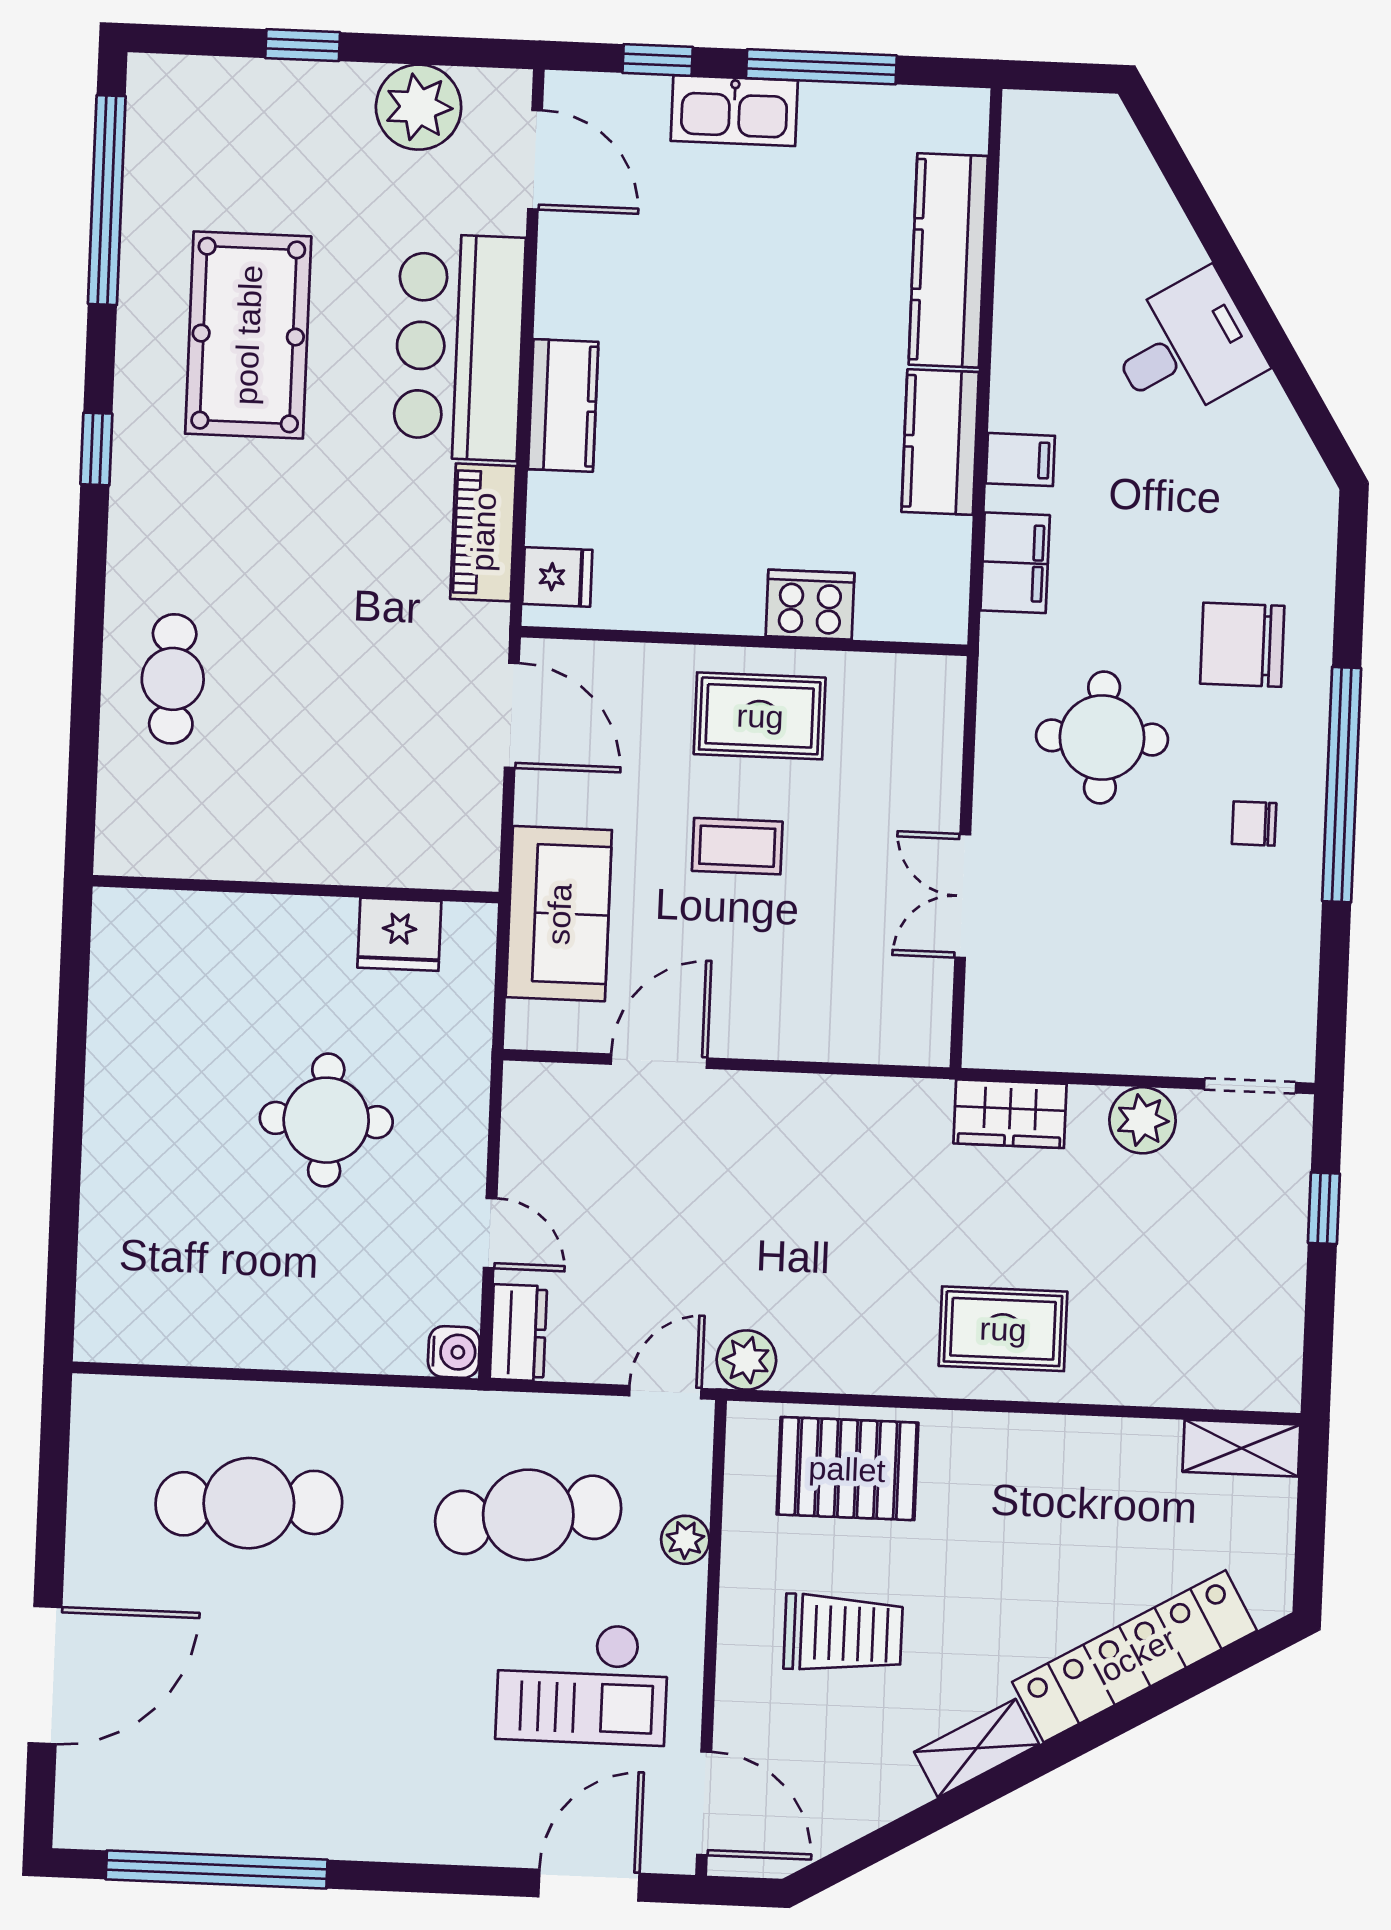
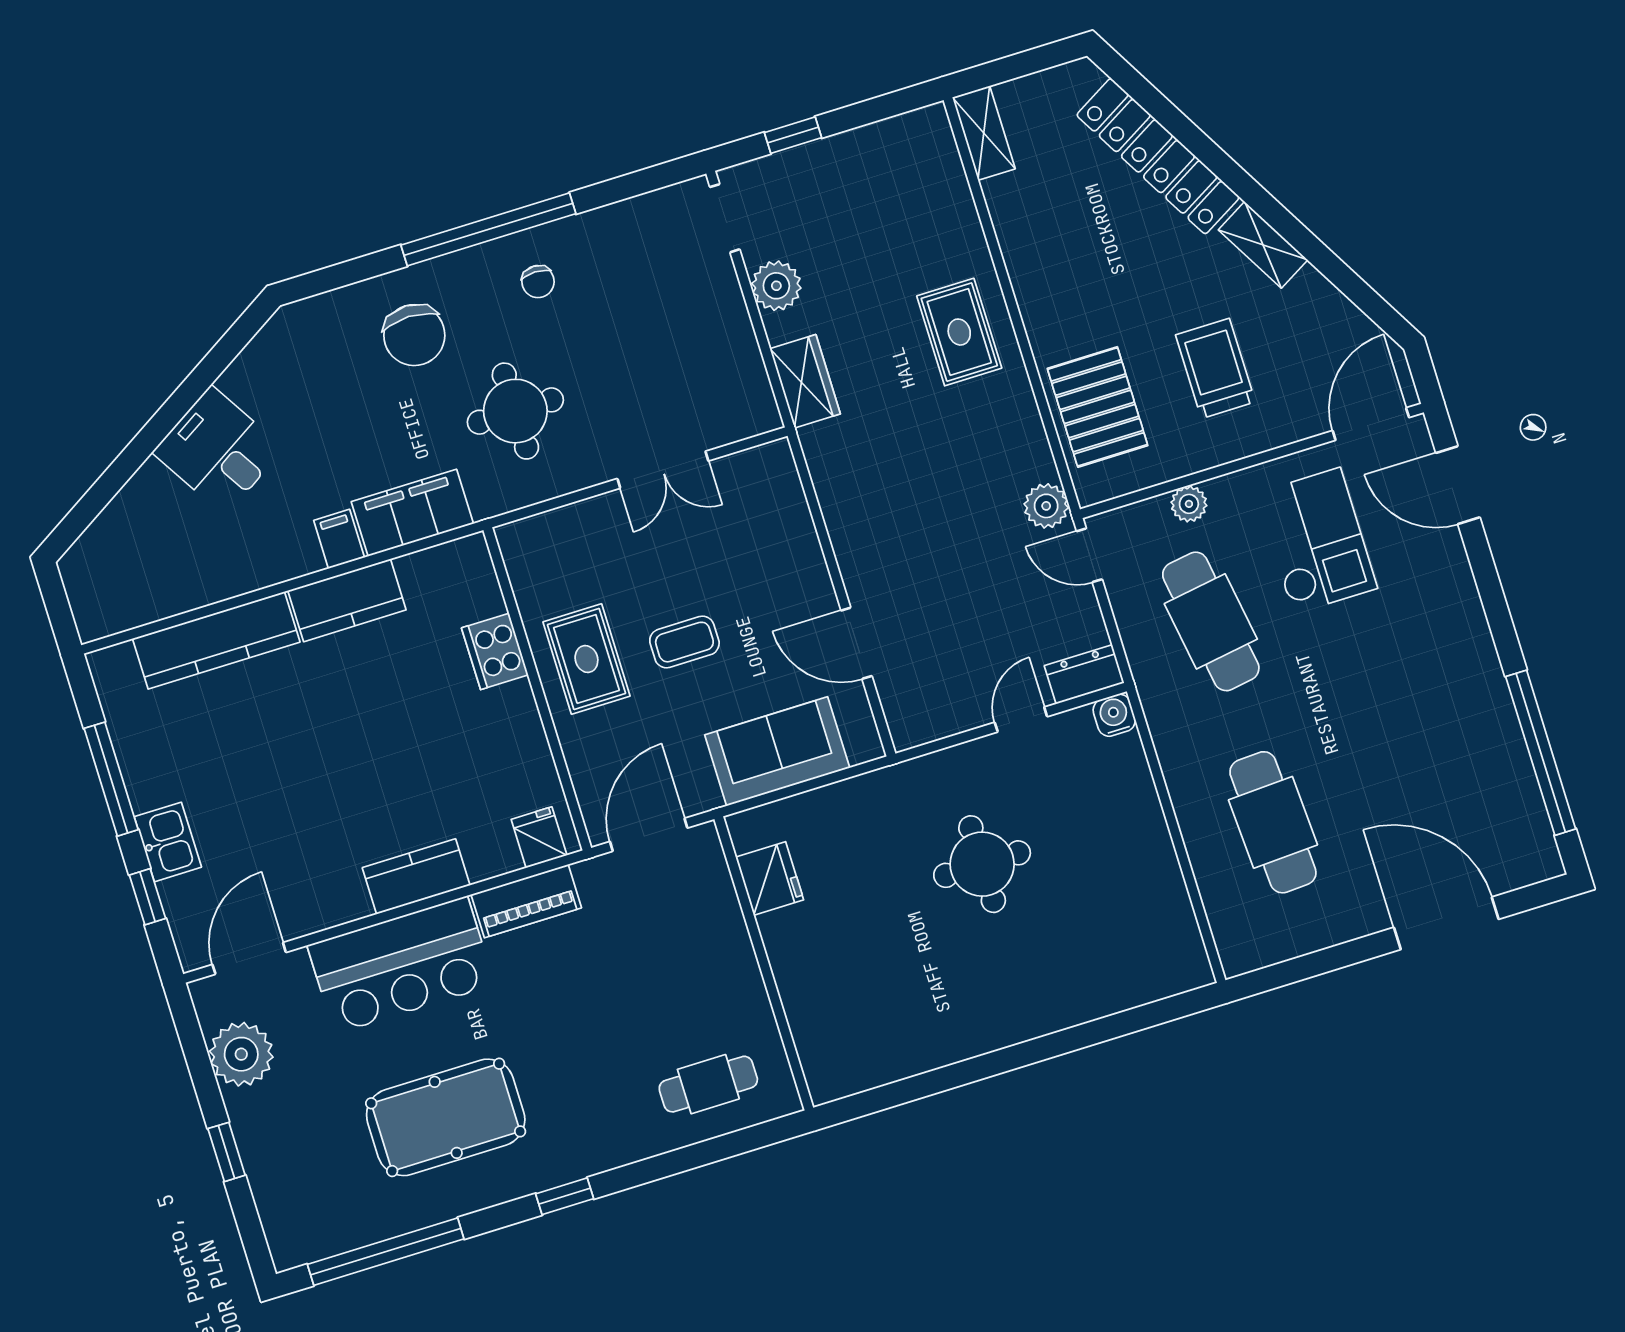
kitchen sink: (734, 111) -> (168, 842), width x0.73
filing cabinet: (1015, 563) -> (412, 513), width x1.50, depth x1.17
coffee table: (737, 846) -> (684, 642), turned 90
wall: (296, 889) -> (764, 963), moved
fridge: (399, 934) -> (770, 878), moved

